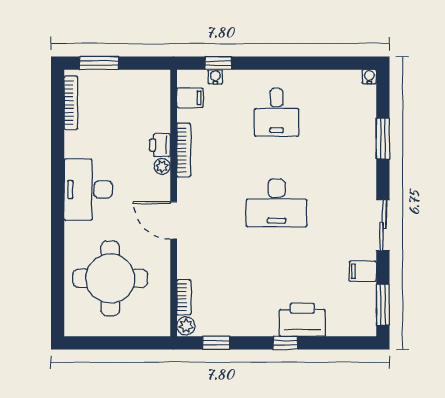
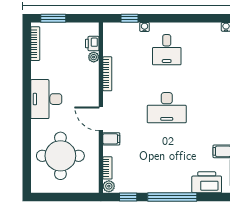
water cooler: (215, 77) -> (145, 27), moved
filing cabinet: (190, 98) -> (111, 139), moved
printer: (160, 145) -> (92, 44), moved
plant: (162, 166) -> (94, 57), moved
printer: (302, 320) -> (207, 182), moved
window: (285, 343) -> (172, 197), width x3.17

